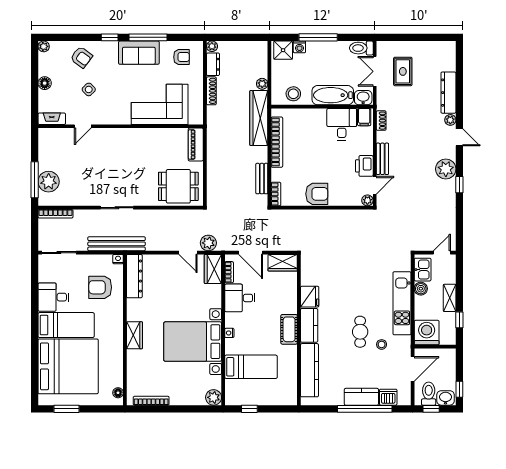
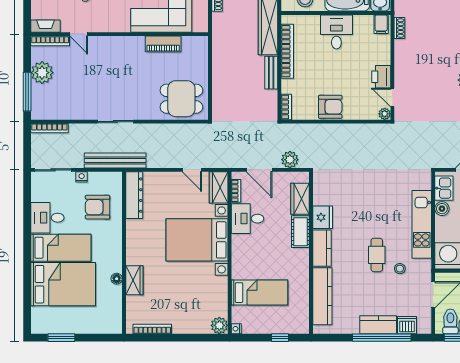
desk: (342, 124) -> (336, 32), moved
door: (83, 126) -> (79, 34), hinge flipped
bookcase: (56, 133) -> (50, 41), added
piano: (196, 144) -> (163, 44), moved, turned -90
bench: (382, 159) -> (401, 69), removed
bench: (262, 179) -> (271, 73), moved
plant: (49, 182) -> (42, 73), moved
door: (375, 185) -> (392, 98), swing flipped
plant: (208, 243) -> (290, 160), moved
nightstand: (118, 259) -> (82, 177), moved
wardrobe: (283, 263) -> (300, 199), moved, turned 90
cot: (289, 329) -> (300, 232), moved
nightstand: (229, 333) -> (236, 329), moved
wardrobe: (134, 335) -> (134, 280), moved
bed with nightstands: (193, 342) -> (197, 240), moved
bed: (68, 366) -> (63, 284), width x0.73
floor lamp: (118, 393) -> (117, 279), moved
window: (249, 409) -> (280, 338), moved

